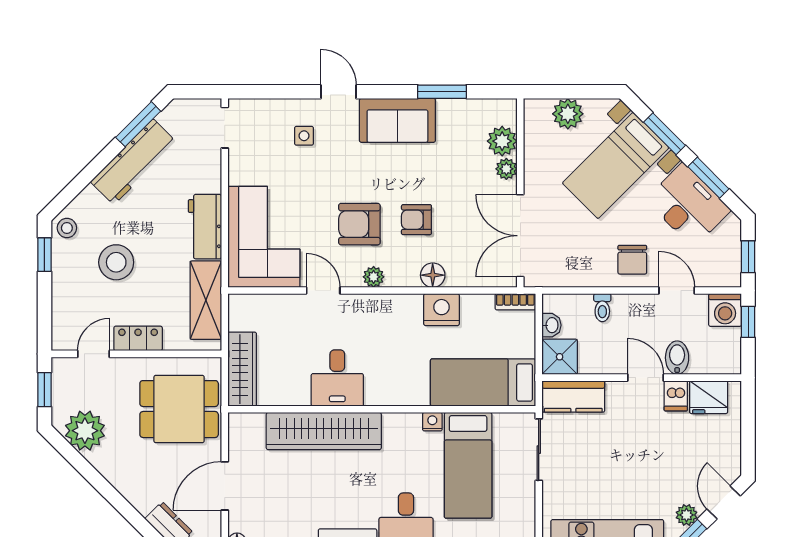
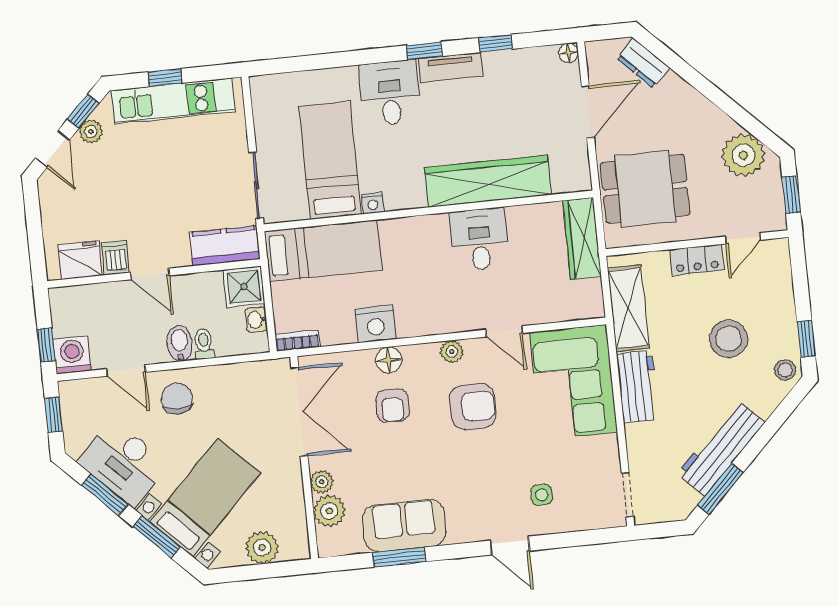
sofa: (397, 120) -> (404, 526), moved
armchair: (416, 220) -> (393, 406), moved, turned 90
bidet: (677, 358) -> (180, 343), moved, turned 180

